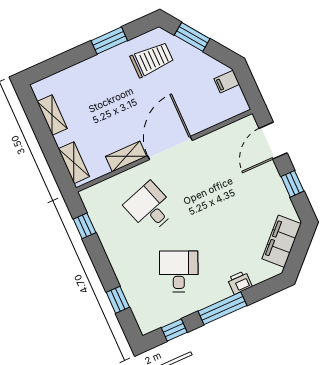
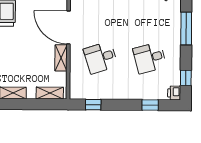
desk: (179, 271) -> (150, 58), turned -39
printer: (240, 282) -> (174, 93), moved
window: (222, 308) -> (186, 29), moved

